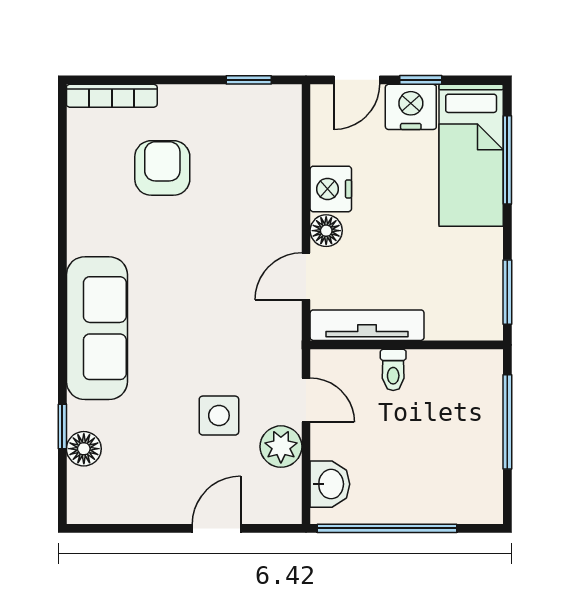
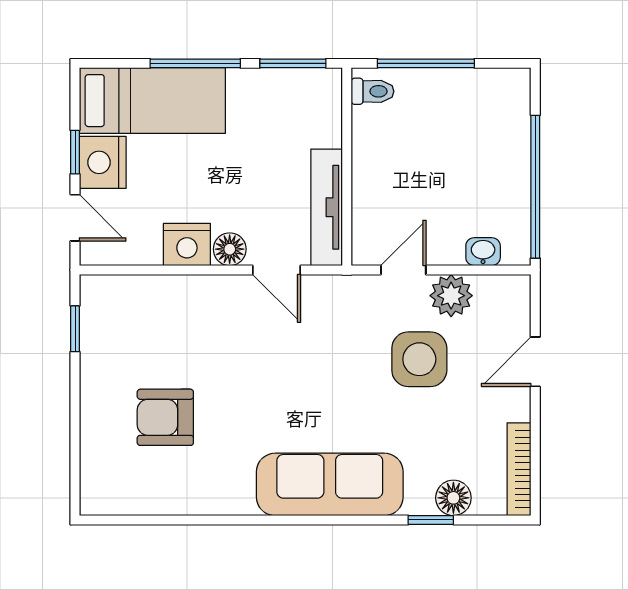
bookcase: (112, 96) -> (519, 469), moved, turned 180
window: (507, 160) -> (195, 63), moved
toilet: (393, 370) -> (373, 91), moved
side table: (219, 416) -> (419, 359), width x1.37, depth x1.37
washbasin: (330, 484) -> (483, 252), width x0.72, depth x0.69
door: (216, 528) -> (535, 362), hinge flipped

